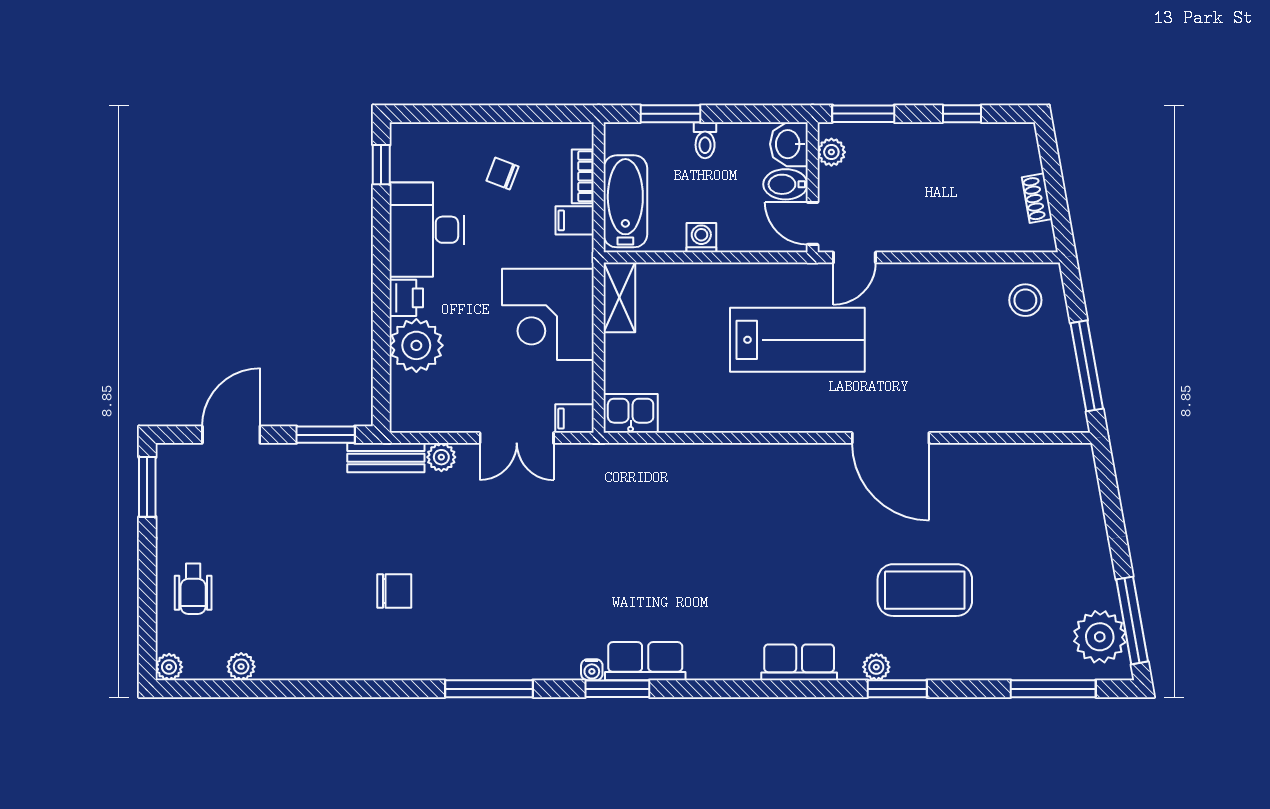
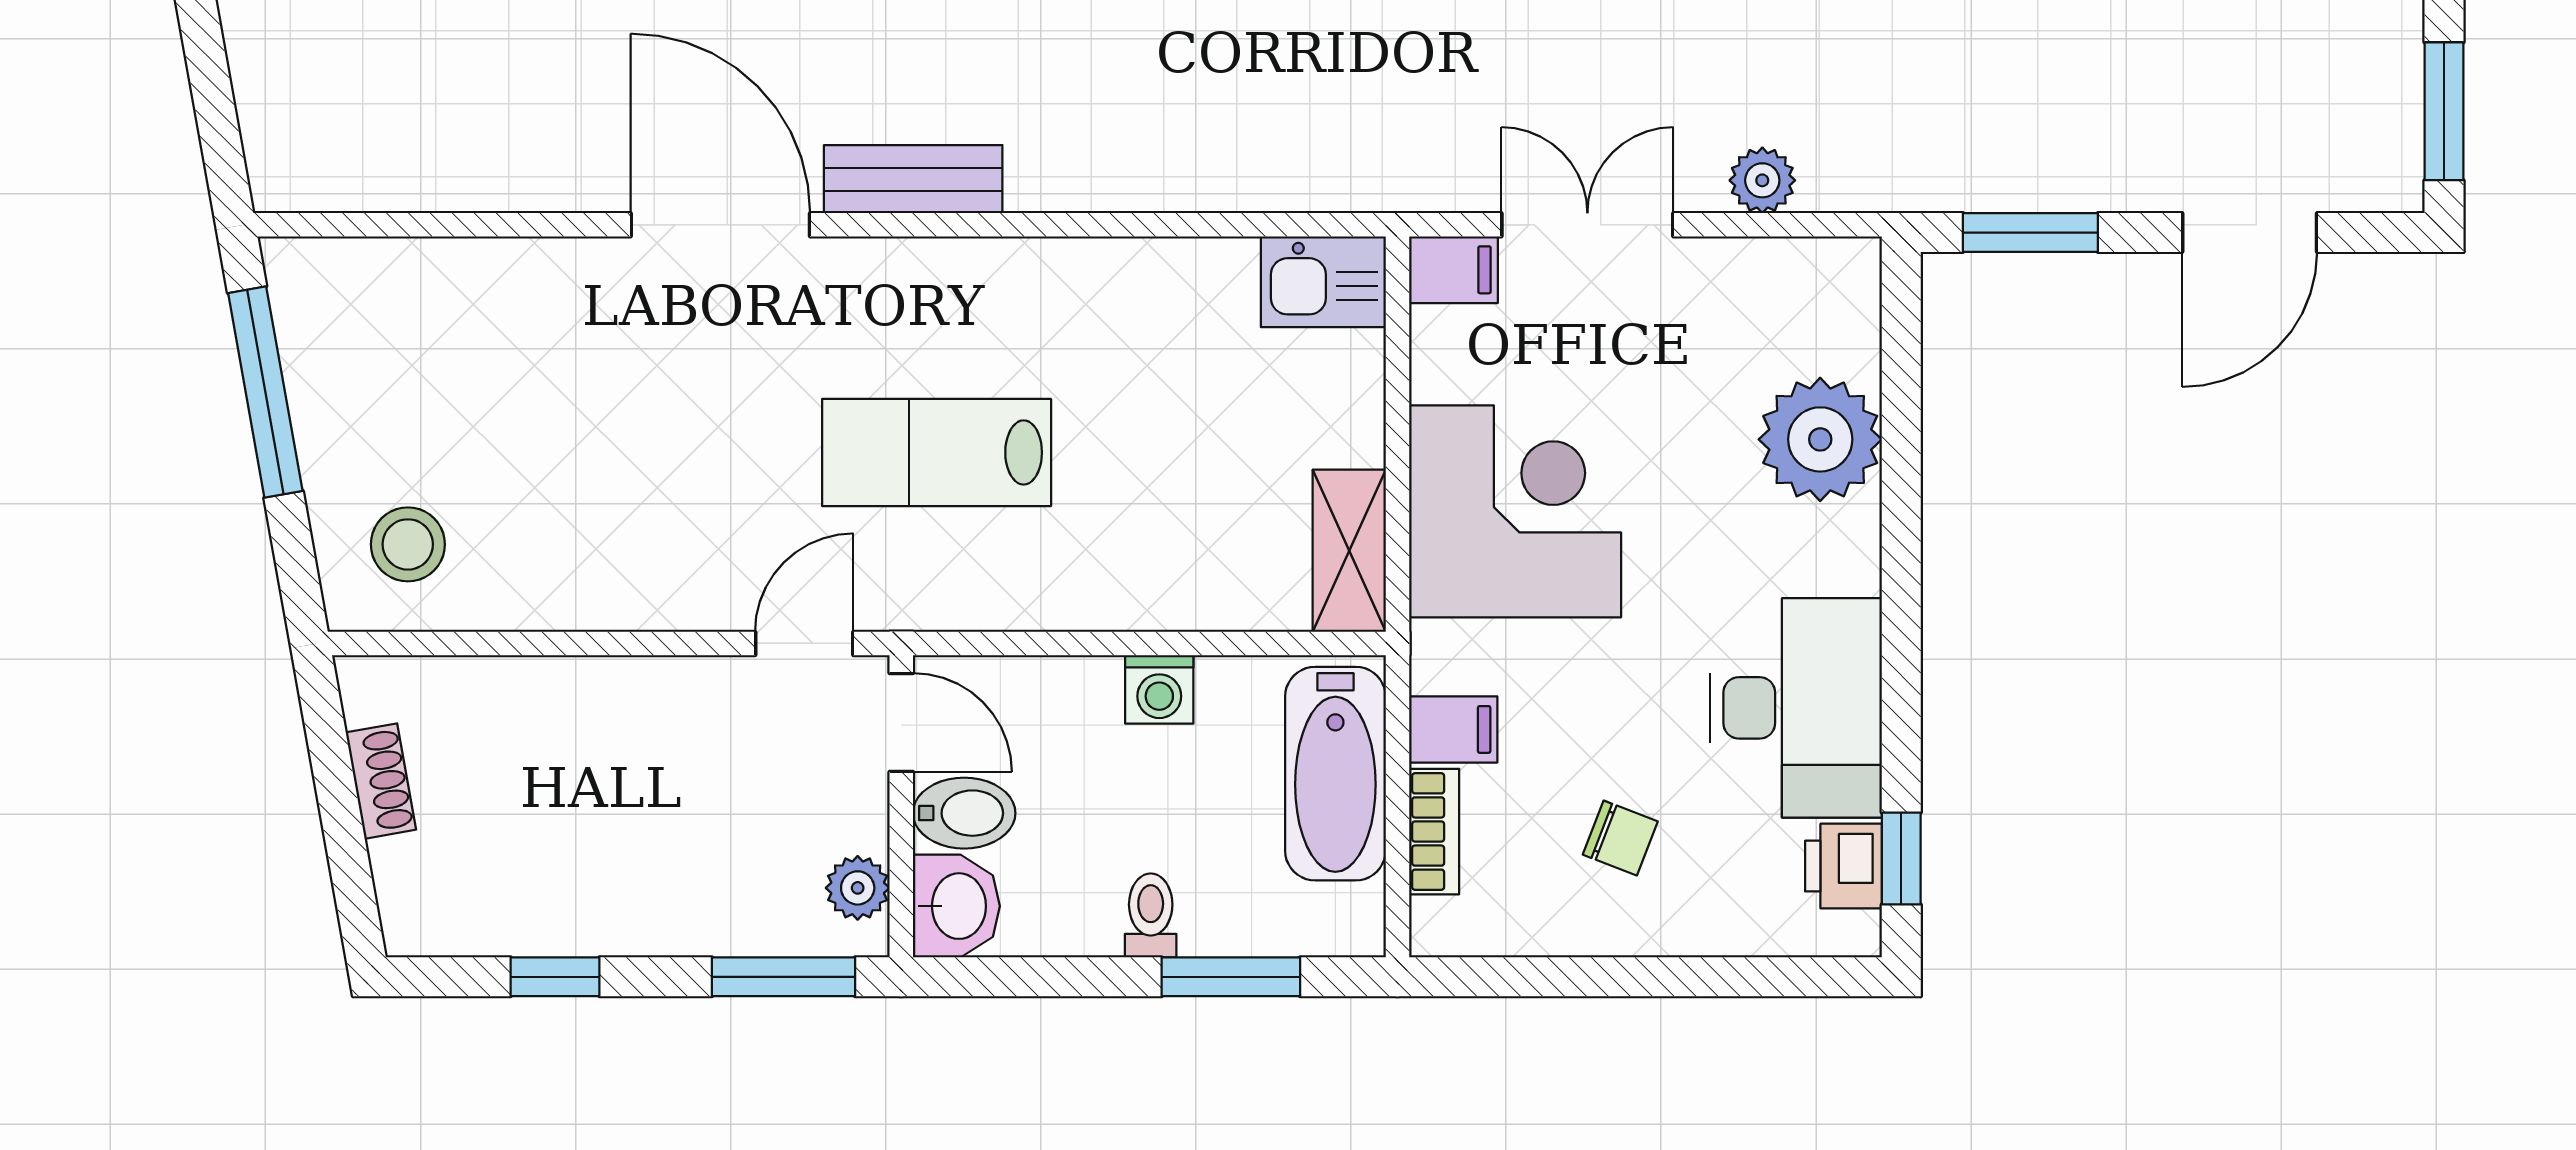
printer: (406, 298) -> (1843, 866), moved
lab bench: (797, 340) -> (937, 452), width x0.73, depth x0.72
bench: (386, 458) -> (913, 179), moved

